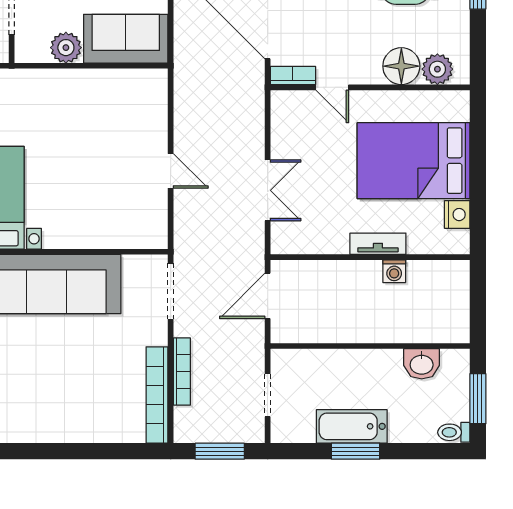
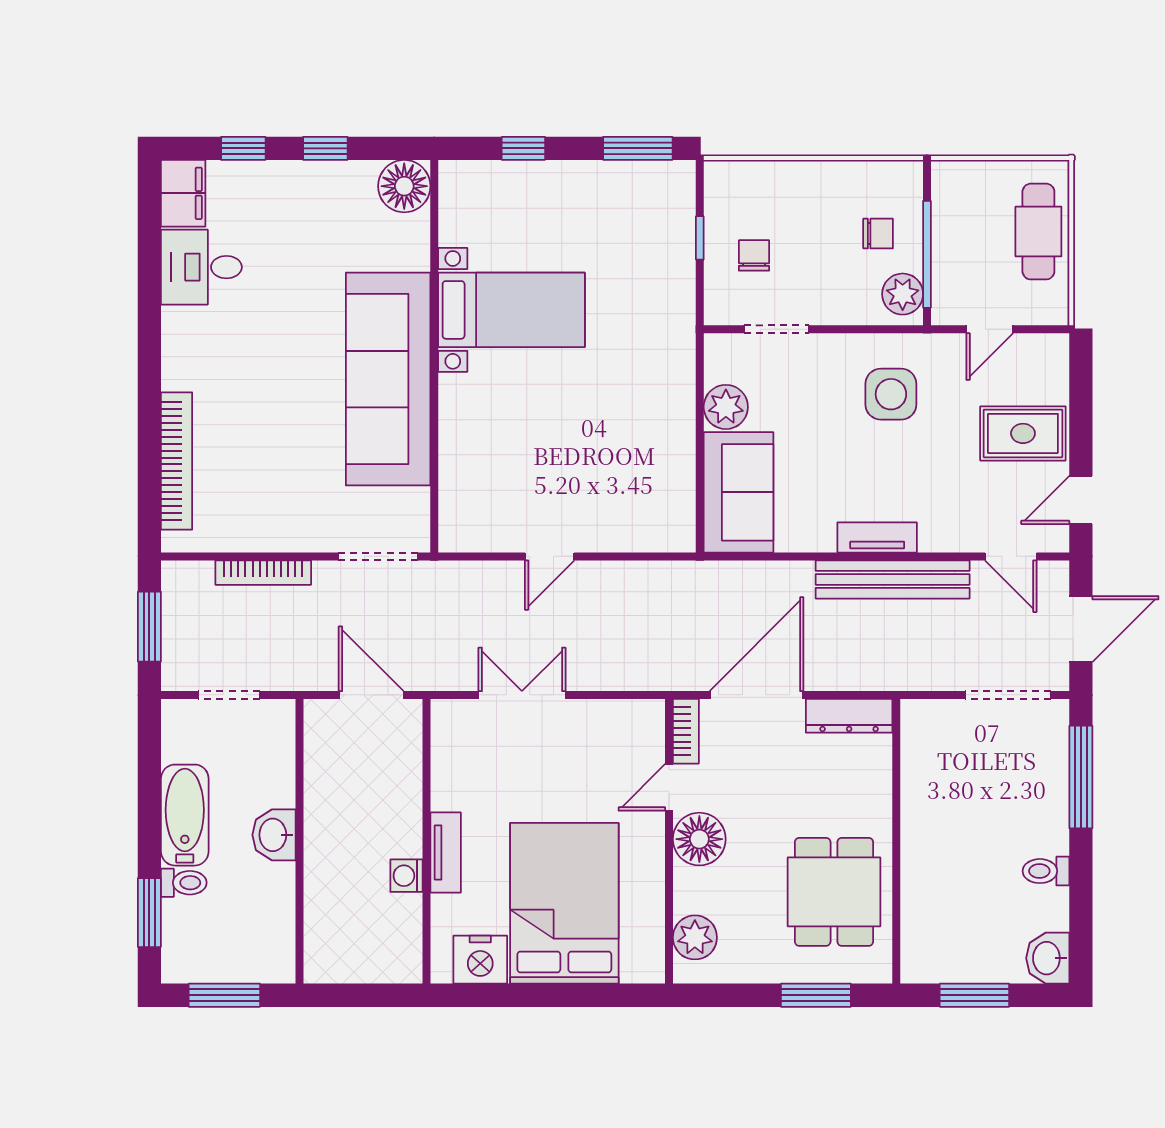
floor lamp: (401, 66) -> (699, 839), moved
double door: (268, 190) -> (522, 695), swing flipped
nightstand: (457, 215) -> (480, 960), width x1.36, depth x1.33
washbasin: (422, 364) -> (274, 835), moved
bookcase: (157, 395) -> (177, 461), moved, turned 90
toilet: (454, 432) -> (184, 883), moved, turned 90
window: (356, 451) -> (149, 913), moved

